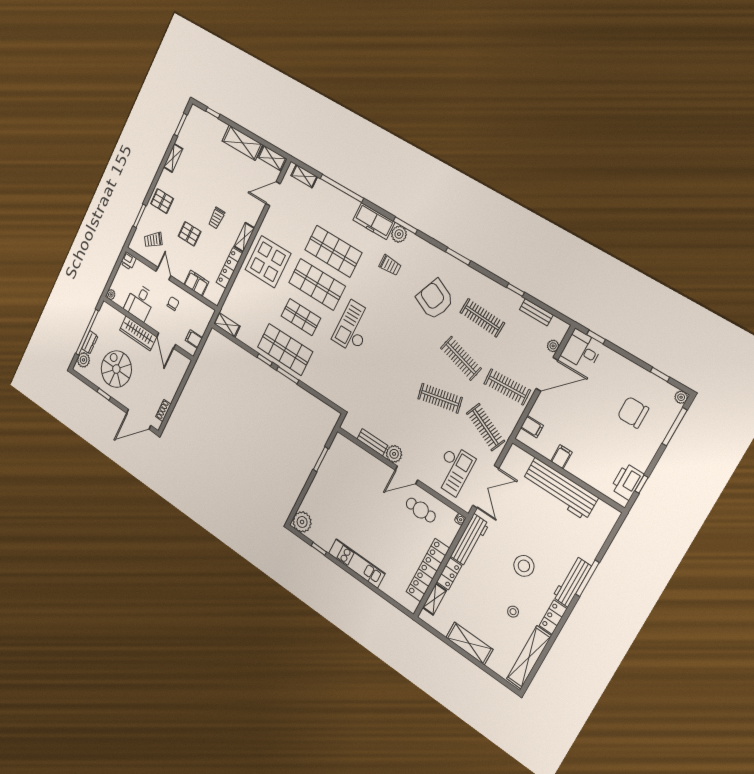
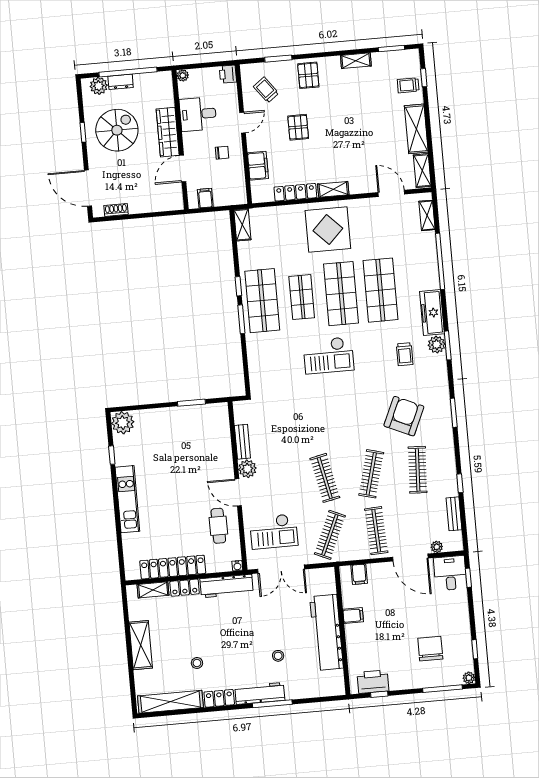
trolley: (217, 218) -> (408, 85), moved
checkout: (354, 327) -> (328, 355), turned 180
stool: (524, 566) -> (278, 656), moved, width x0.53, depth x0.53

